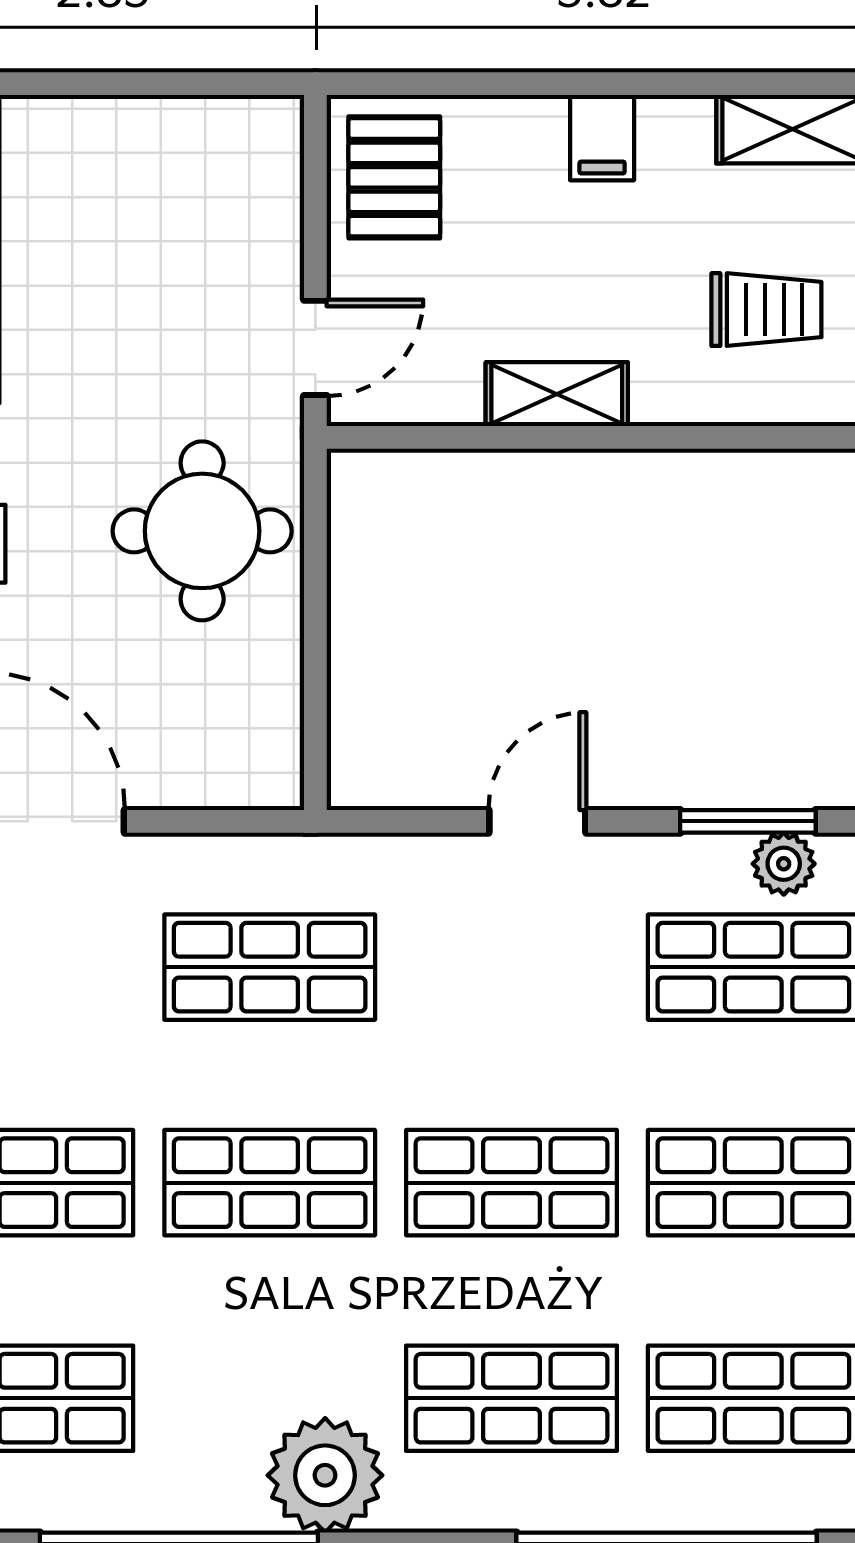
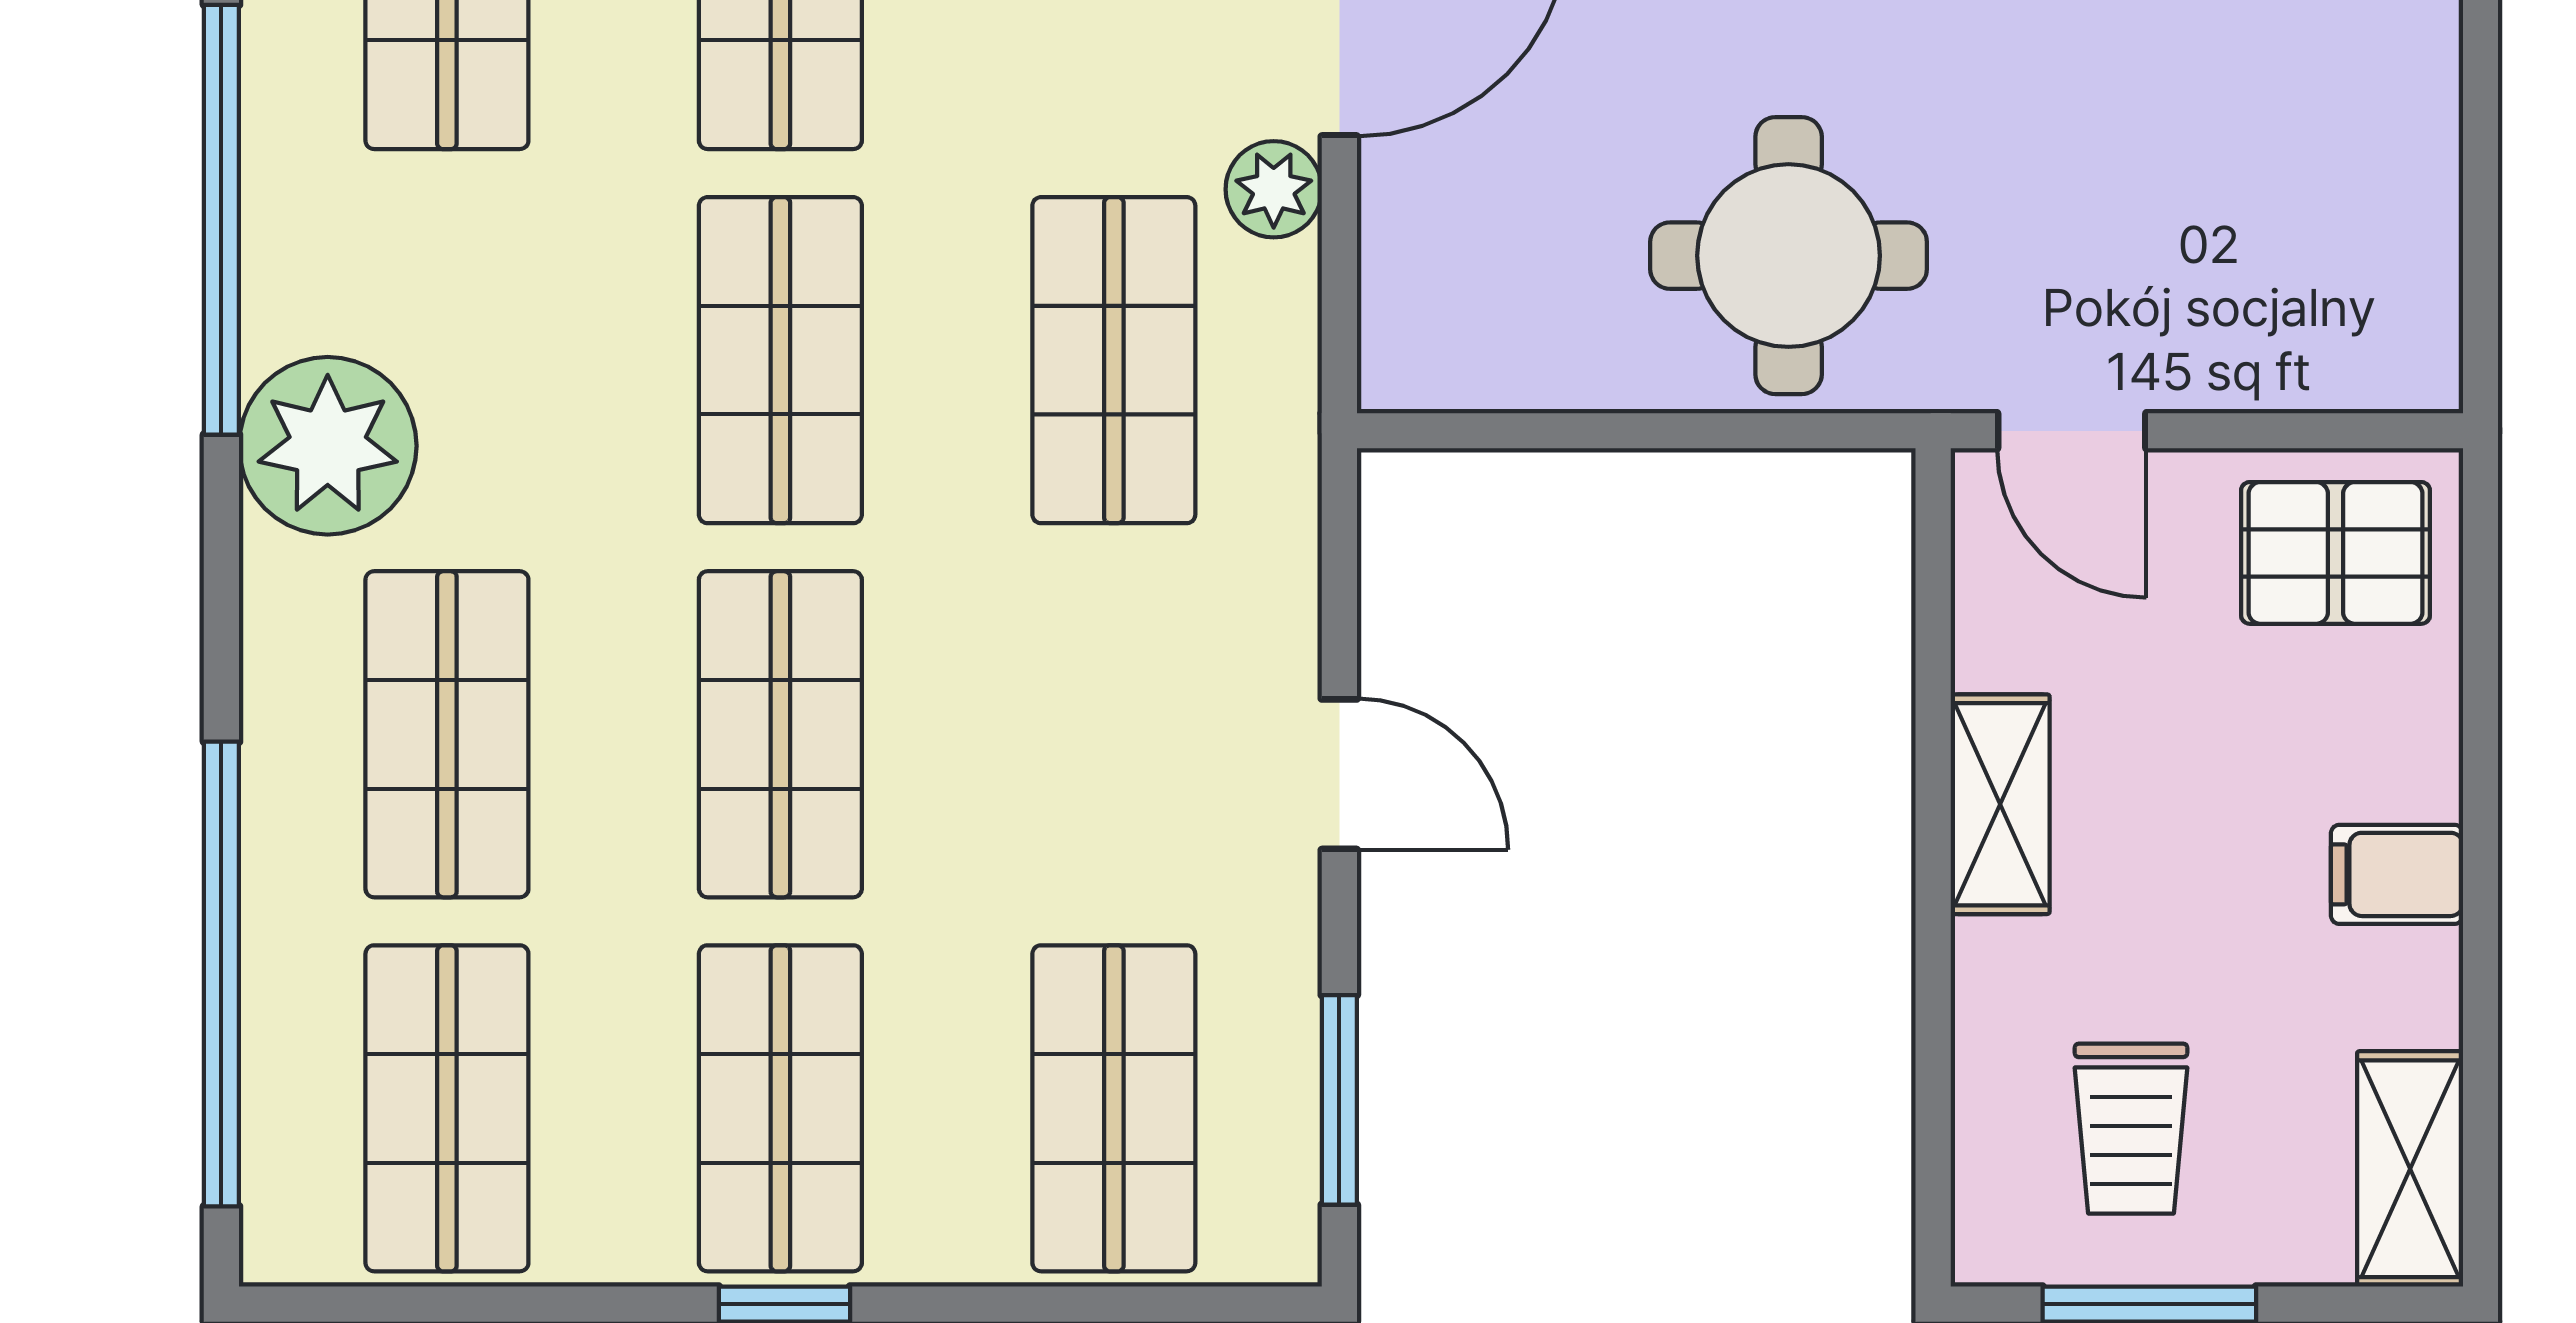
plant: (784, 864) -> (1274, 189), moved

